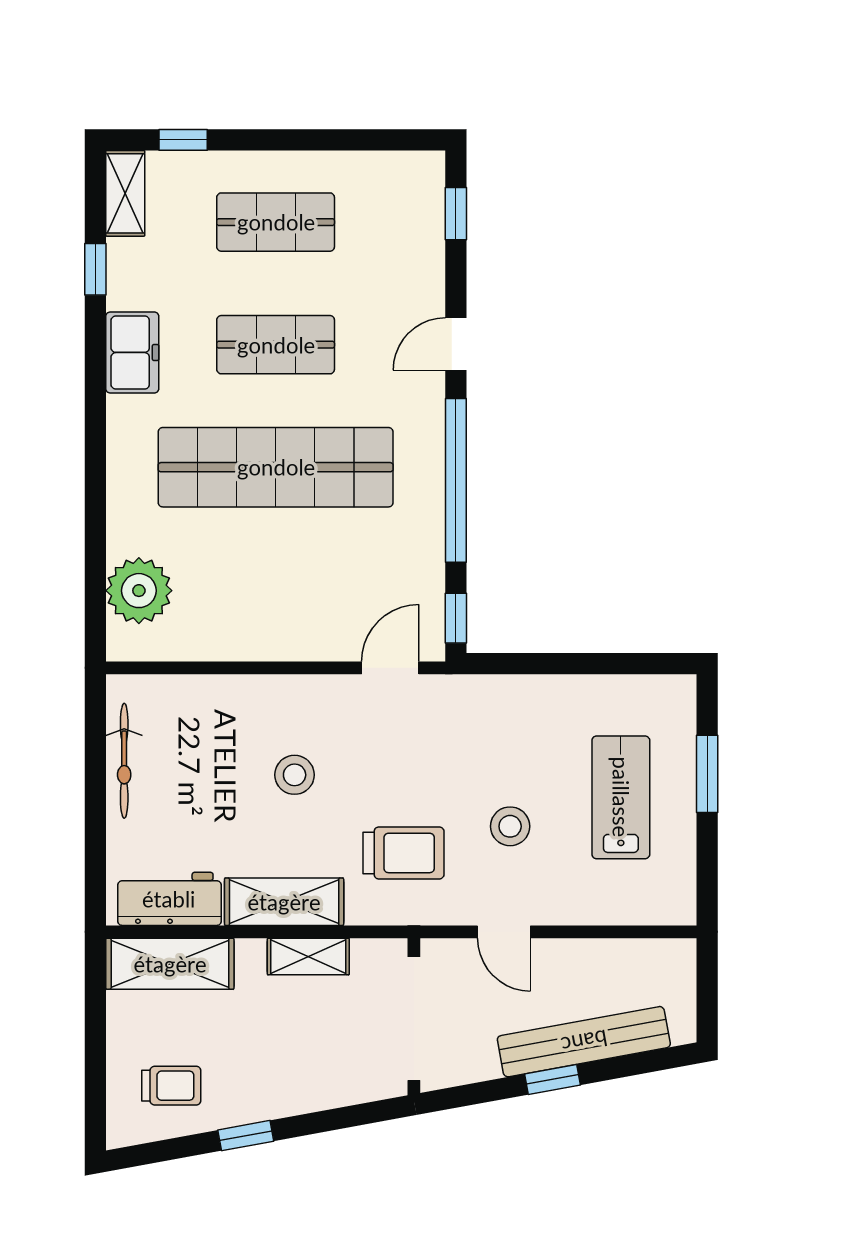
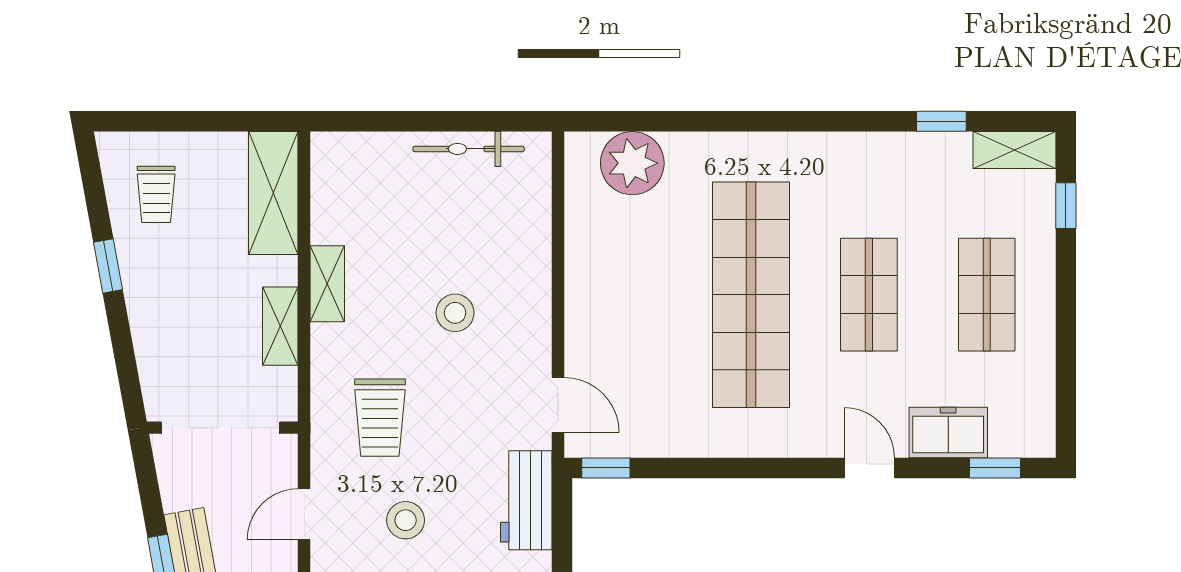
freezer: (132, 352) -> (948, 432), moved, turned 180
window: (456, 480) -> (738, 468), removed
workbench: (169, 899) -> (526, 500), moved, turned 180
shelving: (284, 902) -> (327, 284), width x0.67, depth x0.75

